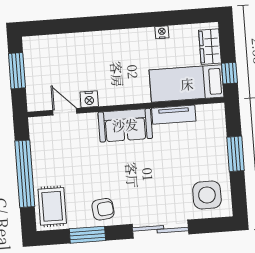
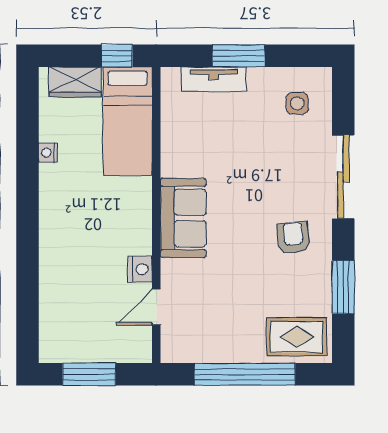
tv unit: (174, 115) -> (214, 79), moved, turned 90
side table: (207, 195) -> (297, 103), width x0.54, depth x0.54
armchair: (103, 209) -> (293, 238), moved

